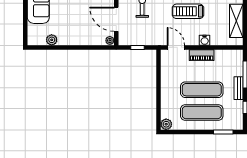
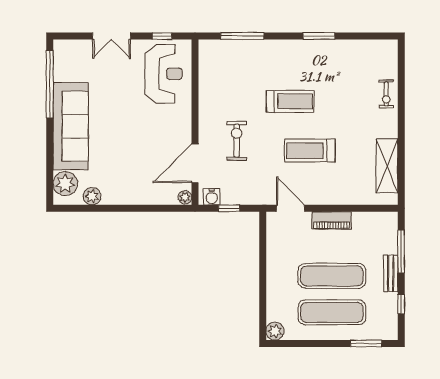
door: (116, 19) -> (195, 163), hinge flipped
plant: (35, 32) -> (65, 184), added
water cooler: (205, 40) -> (212, 197), moved

